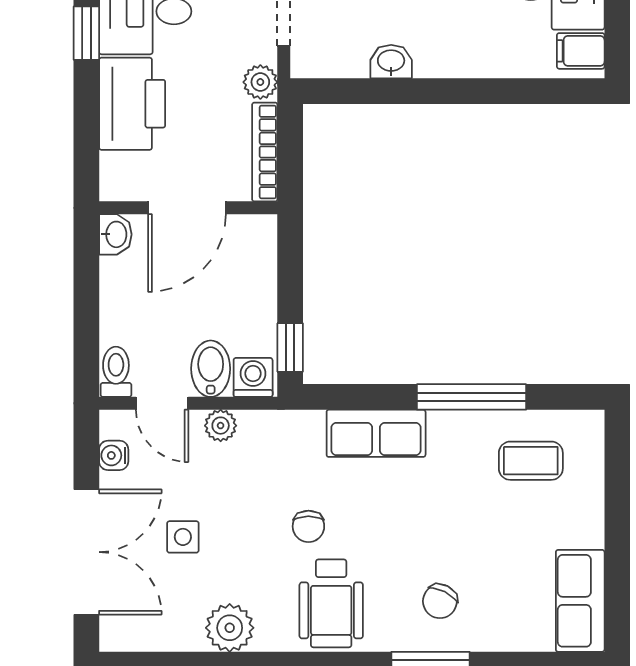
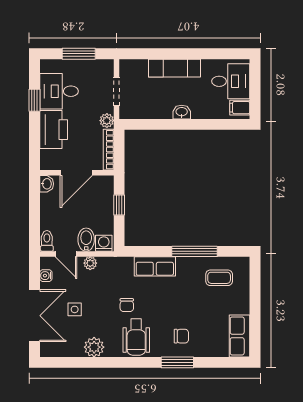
washbasin: (391, 62) -> (182, 112), moved
window: (290, 348) -> (119, 205), moved
chair: (440, 601) -> (181, 336), turned -117

